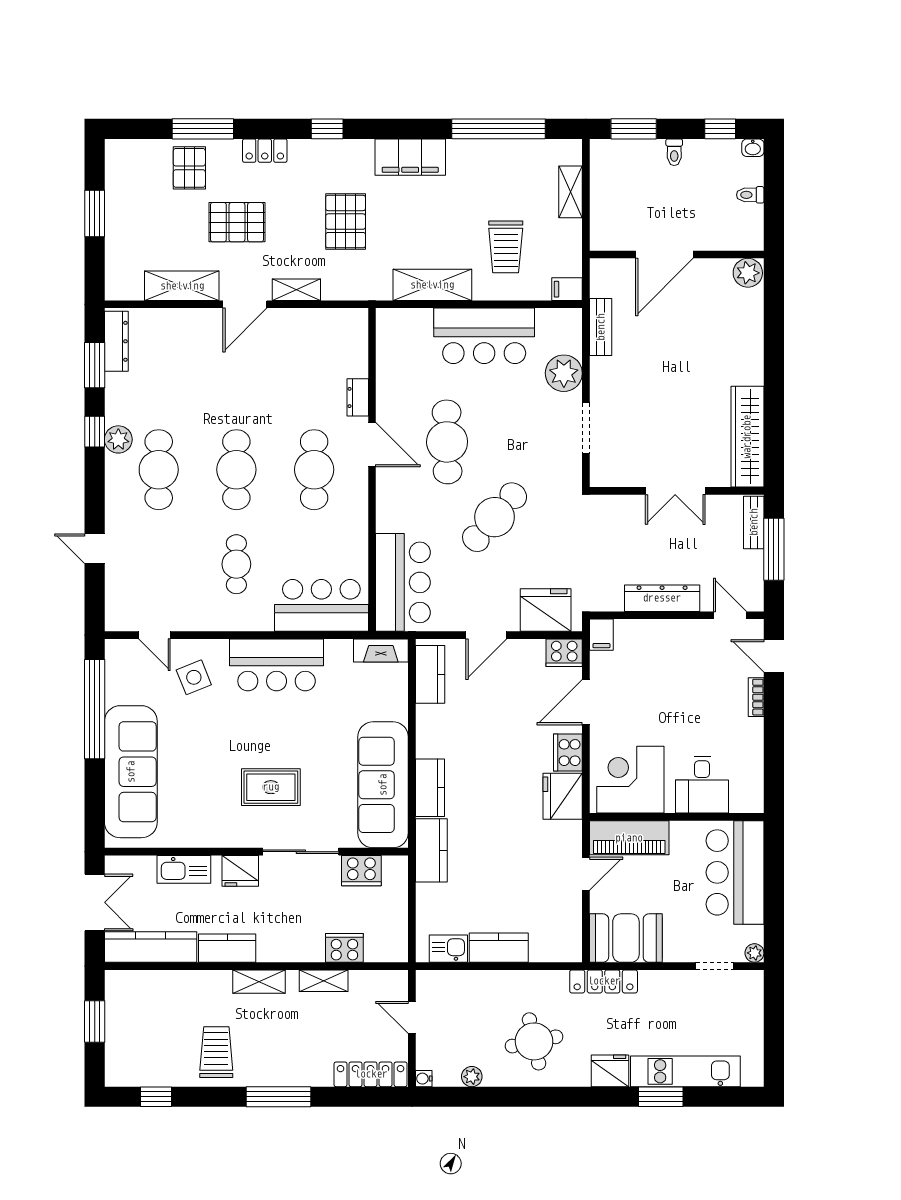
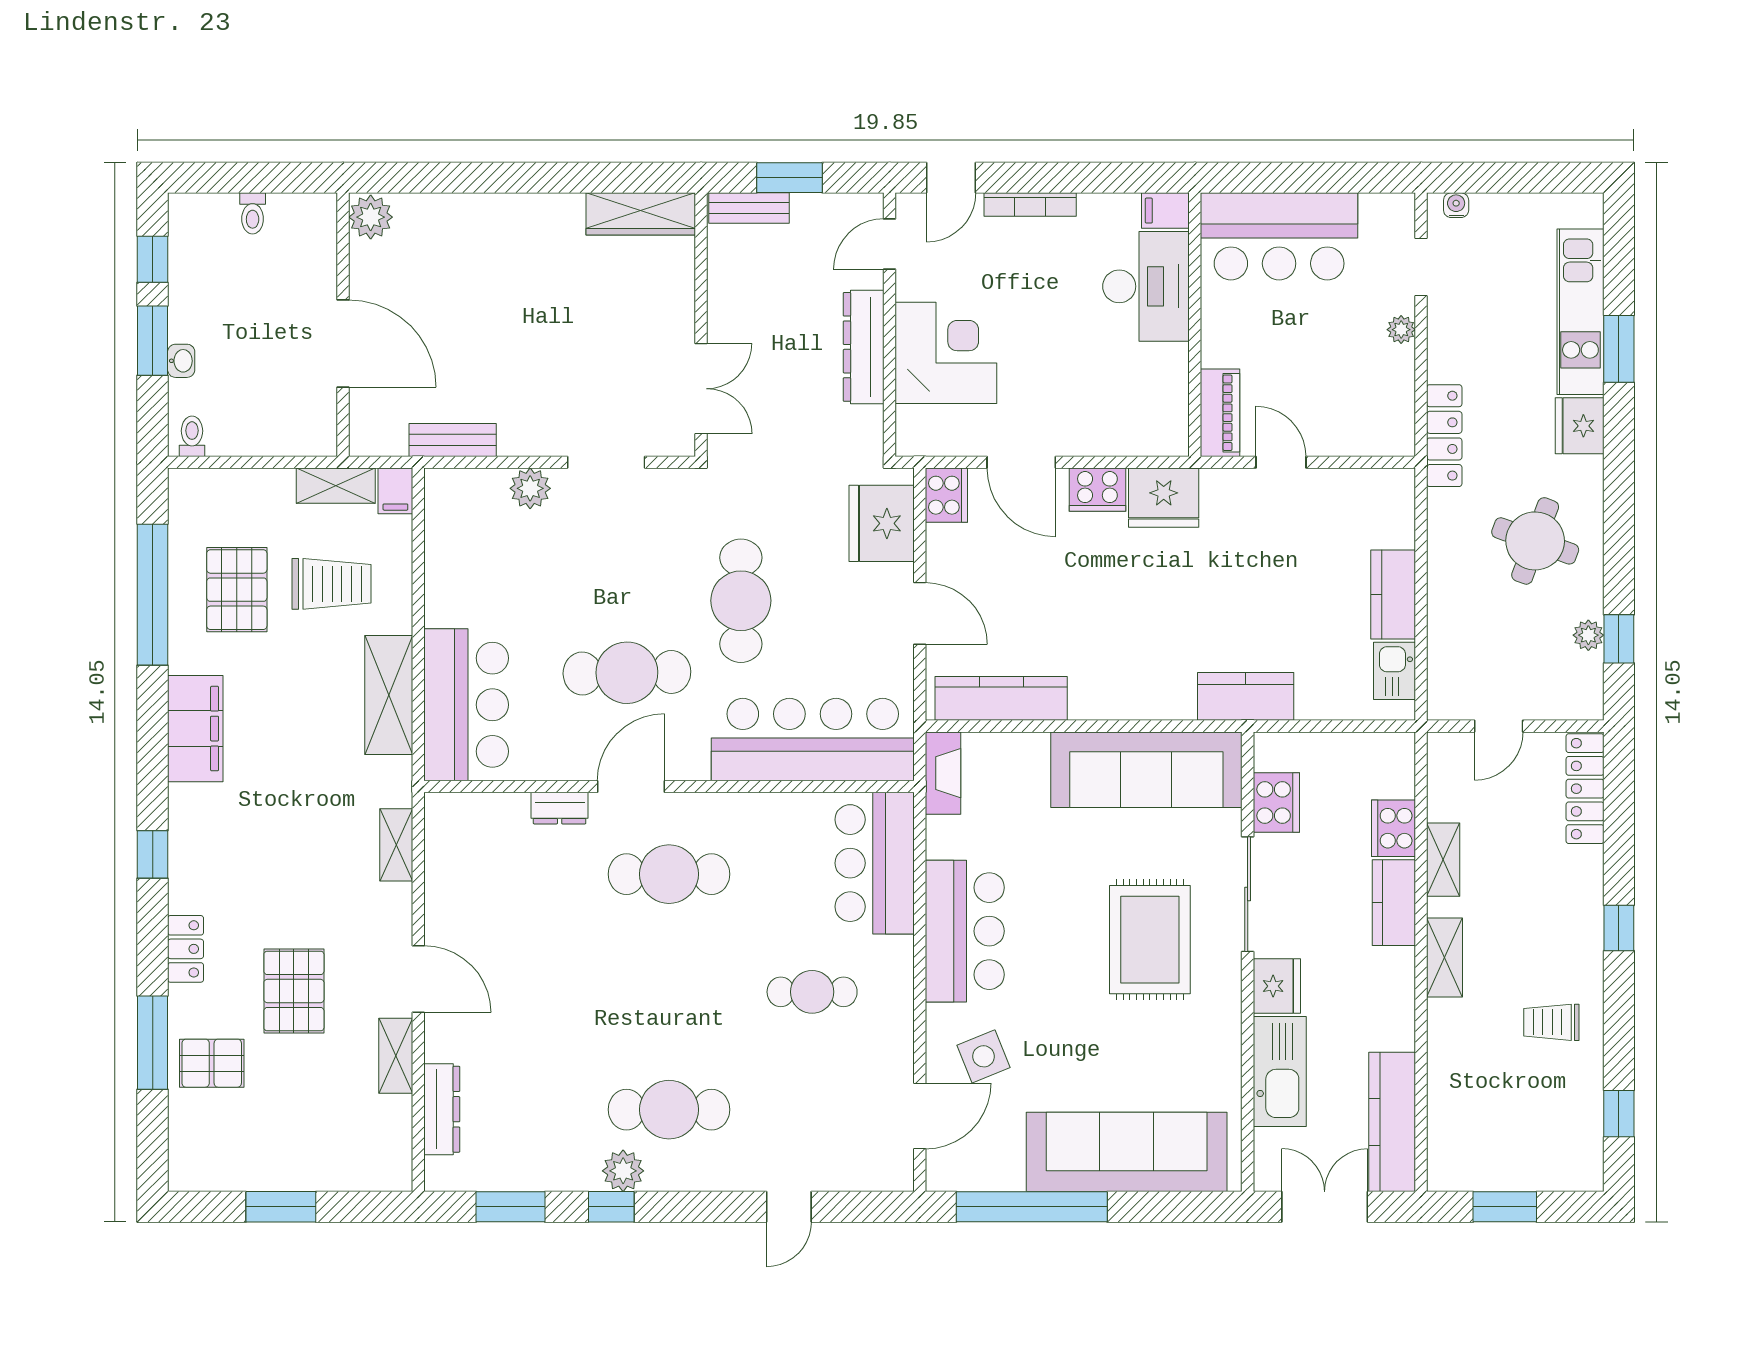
window: (634, 129) -> (153, 341), moved
washbasin: (753, 148) -> (181, 361), moved
toilet: (674, 152) -> (192, 436), moved, turned -90
shelving: (571, 192) -> (336, 486), moved
pallet: (346, 222) -> (237, 590), moved, turned 90
shelving: (182, 286) -> (396, 1056), width x0.67, depth x0.75
shelving: (296, 290) -> (396, 845), moved
bar counter: (484, 336) -> (466, 705), moved
dresser: (116, 341) -> (442, 1109), moved, turned 90
plant: (564, 373) -> (530, 488), width x0.73, depth x0.73
wardrobe: (747, 437) -> (641, 214), width x0.71, depth x0.85
cafe table: (236, 470) -> (669, 992), removed
double door: (675, 491) -> (701, 389), moved
cafe table: (495, 517) -> (741, 601), turned 49
window: (774, 549) -> (790, 178), width x0.69
bar counter: (403, 582) -> (813, 740), width x1.36
door: (154, 635) -> (920, 1116), width x1.38
filing cabinet: (601, 635) -> (1165, 211), moved, turned 180
kitchen counter: (430, 674) -> (1001, 698), width x1.50
bookcase: (756, 697) -> (1030, 205), width x1.56
corner desk: (630, 780) -> (946, 353), moved, turned 180
desk: (702, 785) -> (1146, 286), width x1.37
rug: (271, 787) -> (1150, 940), width x1.36, depth x1.43
kitchen counter: (430, 788) -> (1151, 699), removed
piano: (629, 838) -> (1220, 413), width x0.73, depth x0.75
kitchen sink: (184, 869) -> (1280, 1071), width x1.36, depth x1.24
booth: (626, 938) -> (1378, 402), removed
kitchen counter: (227, 948) -> (1394, 903), moved
plant: (754, 953) -> (1401, 330), moved
round table: (534, 1041) -> (1535, 541), turned 32
trolley: (216, 1052) -> (1551, 1022), width x0.73, depth x0.72
water cooler: (424, 1079) -> (1456, 205), moved, turned 180
window: (278, 1097) -> (1619, 928), width x0.46
window: (469, 1097) -> (1619, 639), added

